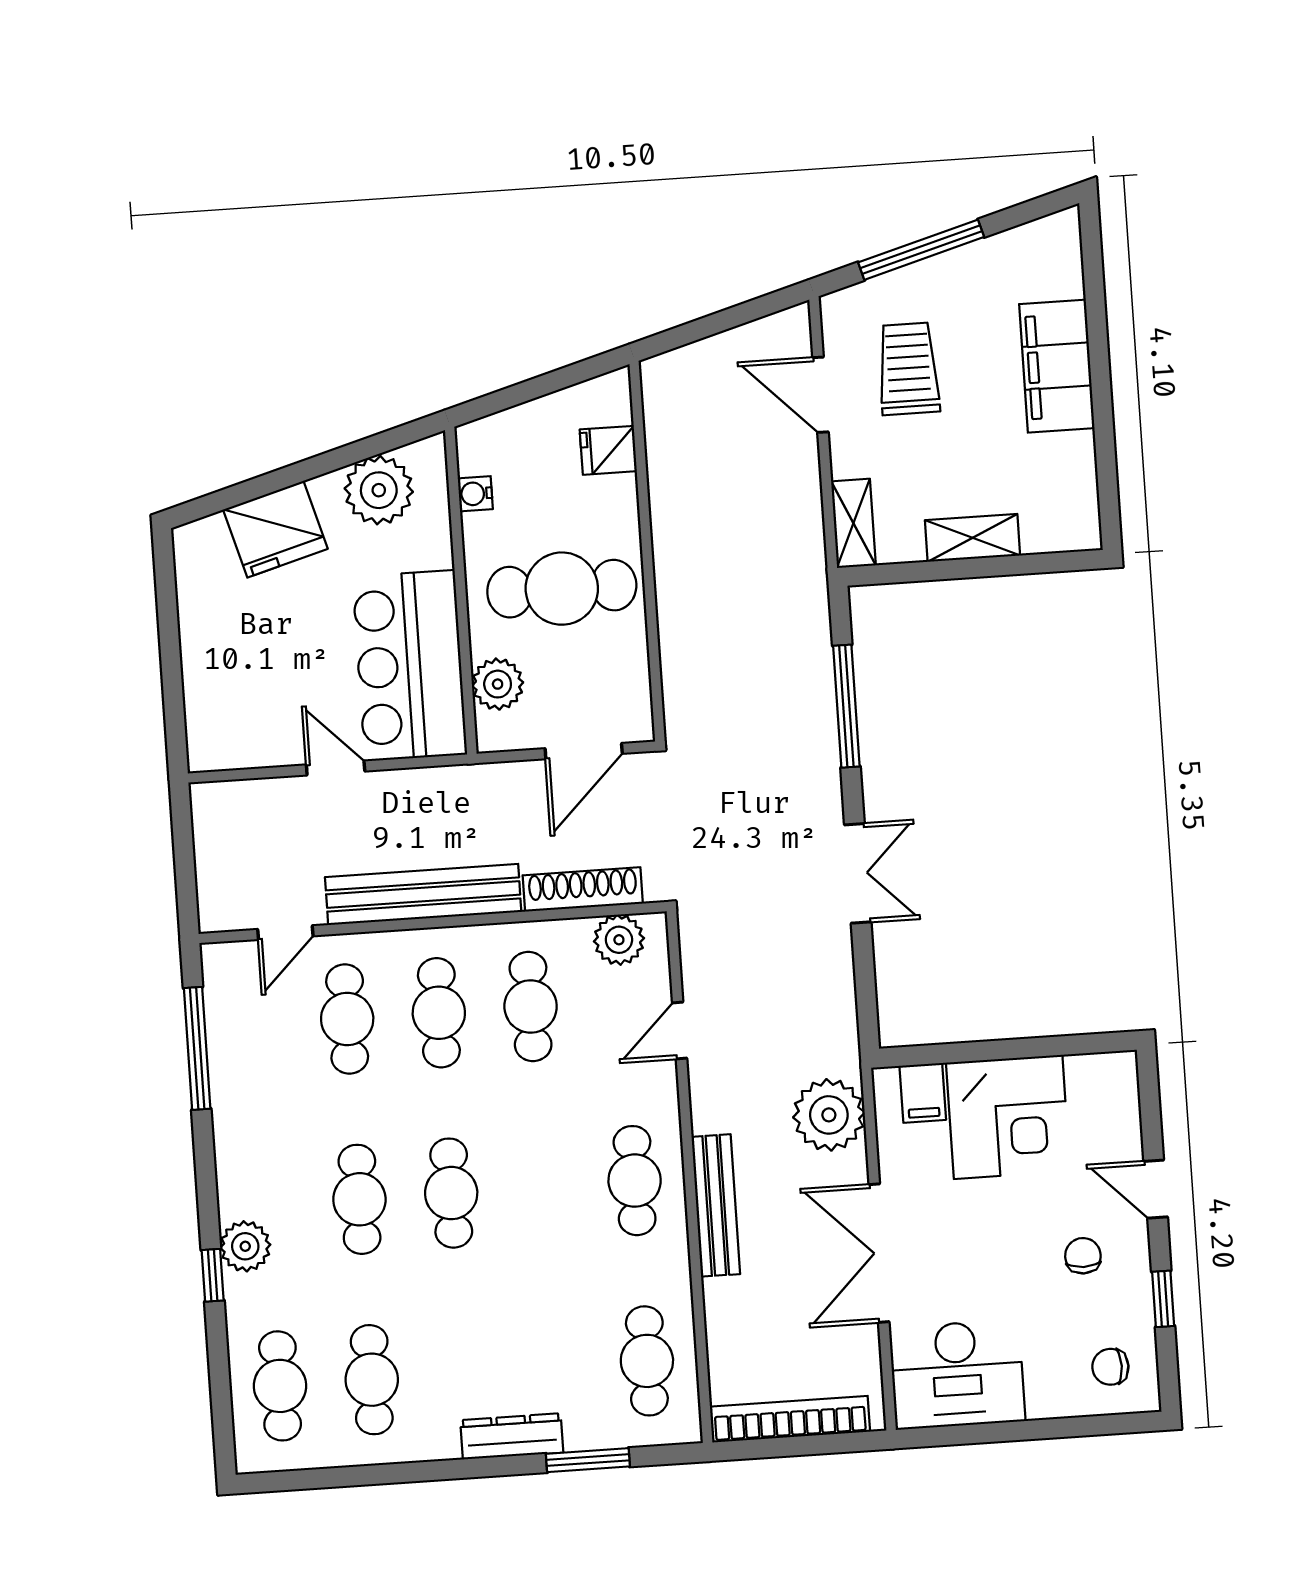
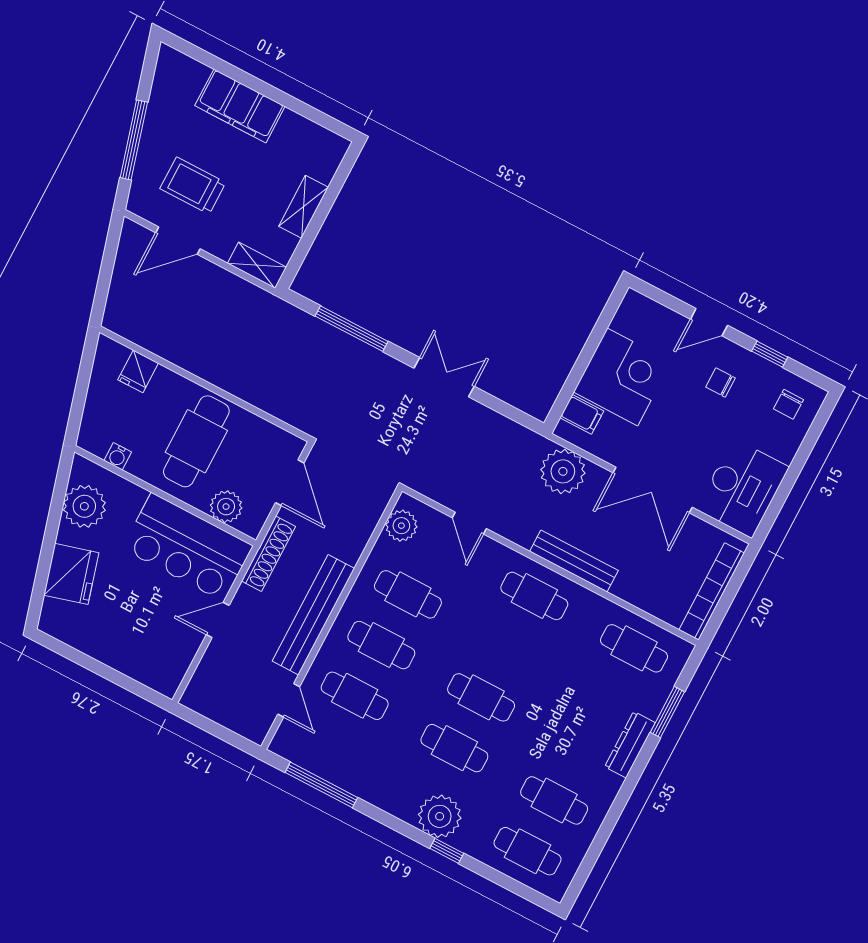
shoe rack: (583, 889) -> (268, 554), moved, turned 180
plant: (245, 1246) -> (440, 816), width x1.36, depth x1.36

